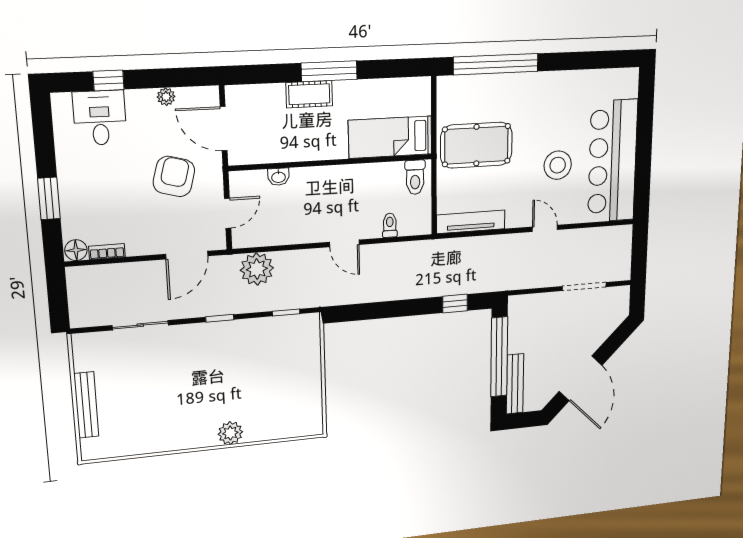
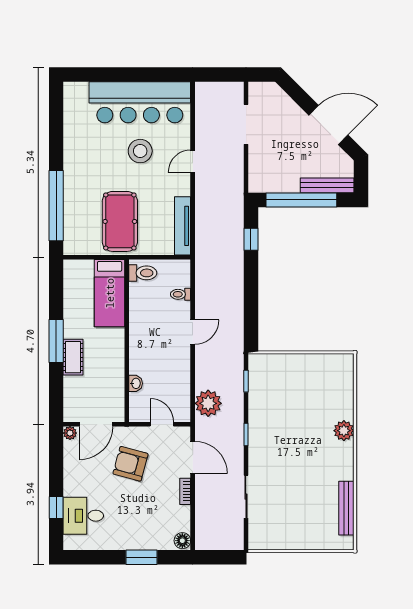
plant: (166, 97) -> (70, 433), moved
bookcase: (107, 252) -> (185, 491), moved
bench: (86, 405) -> (346, 508), moved, turned 90

